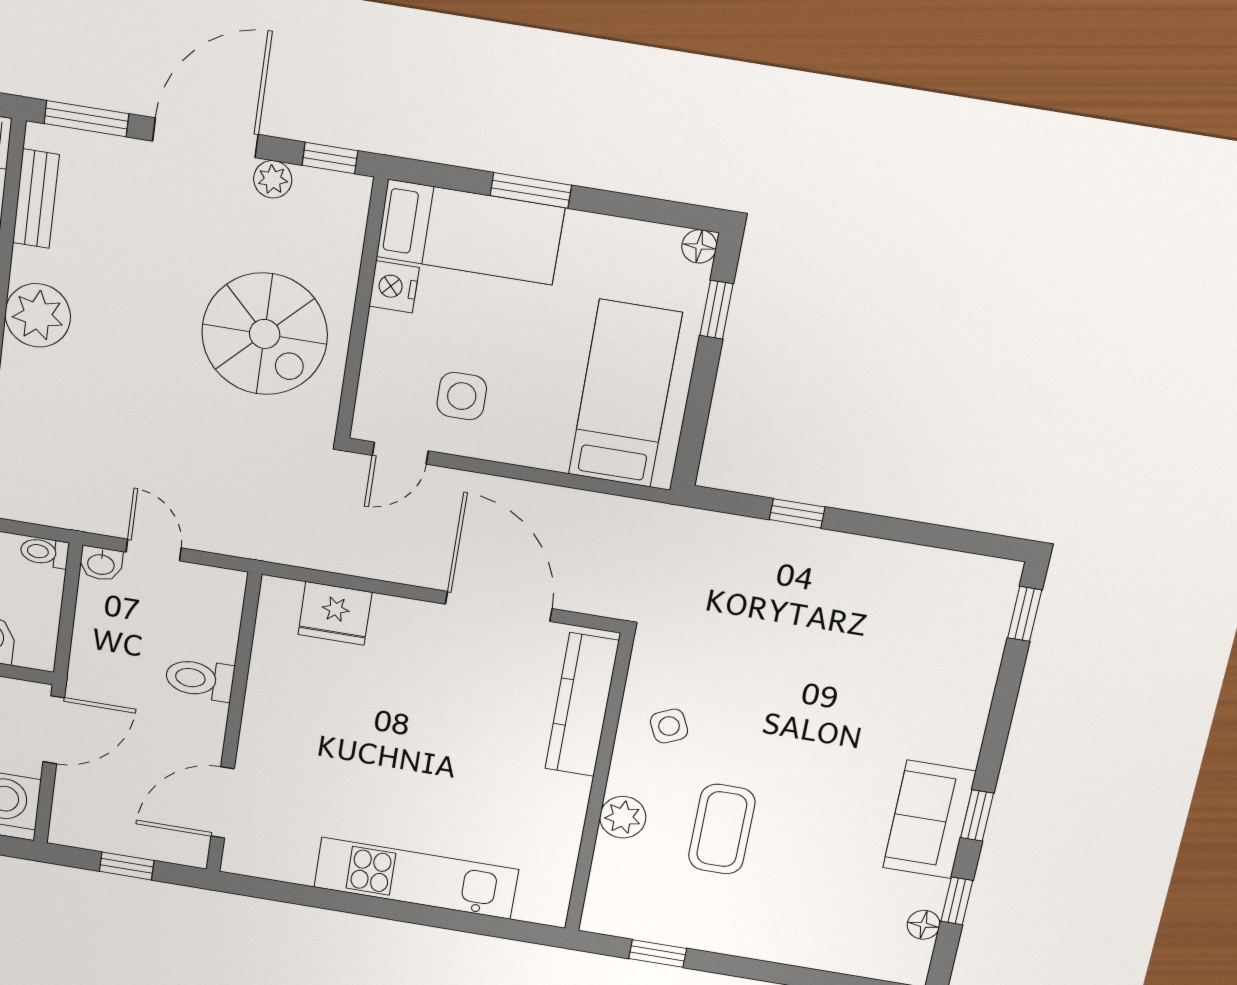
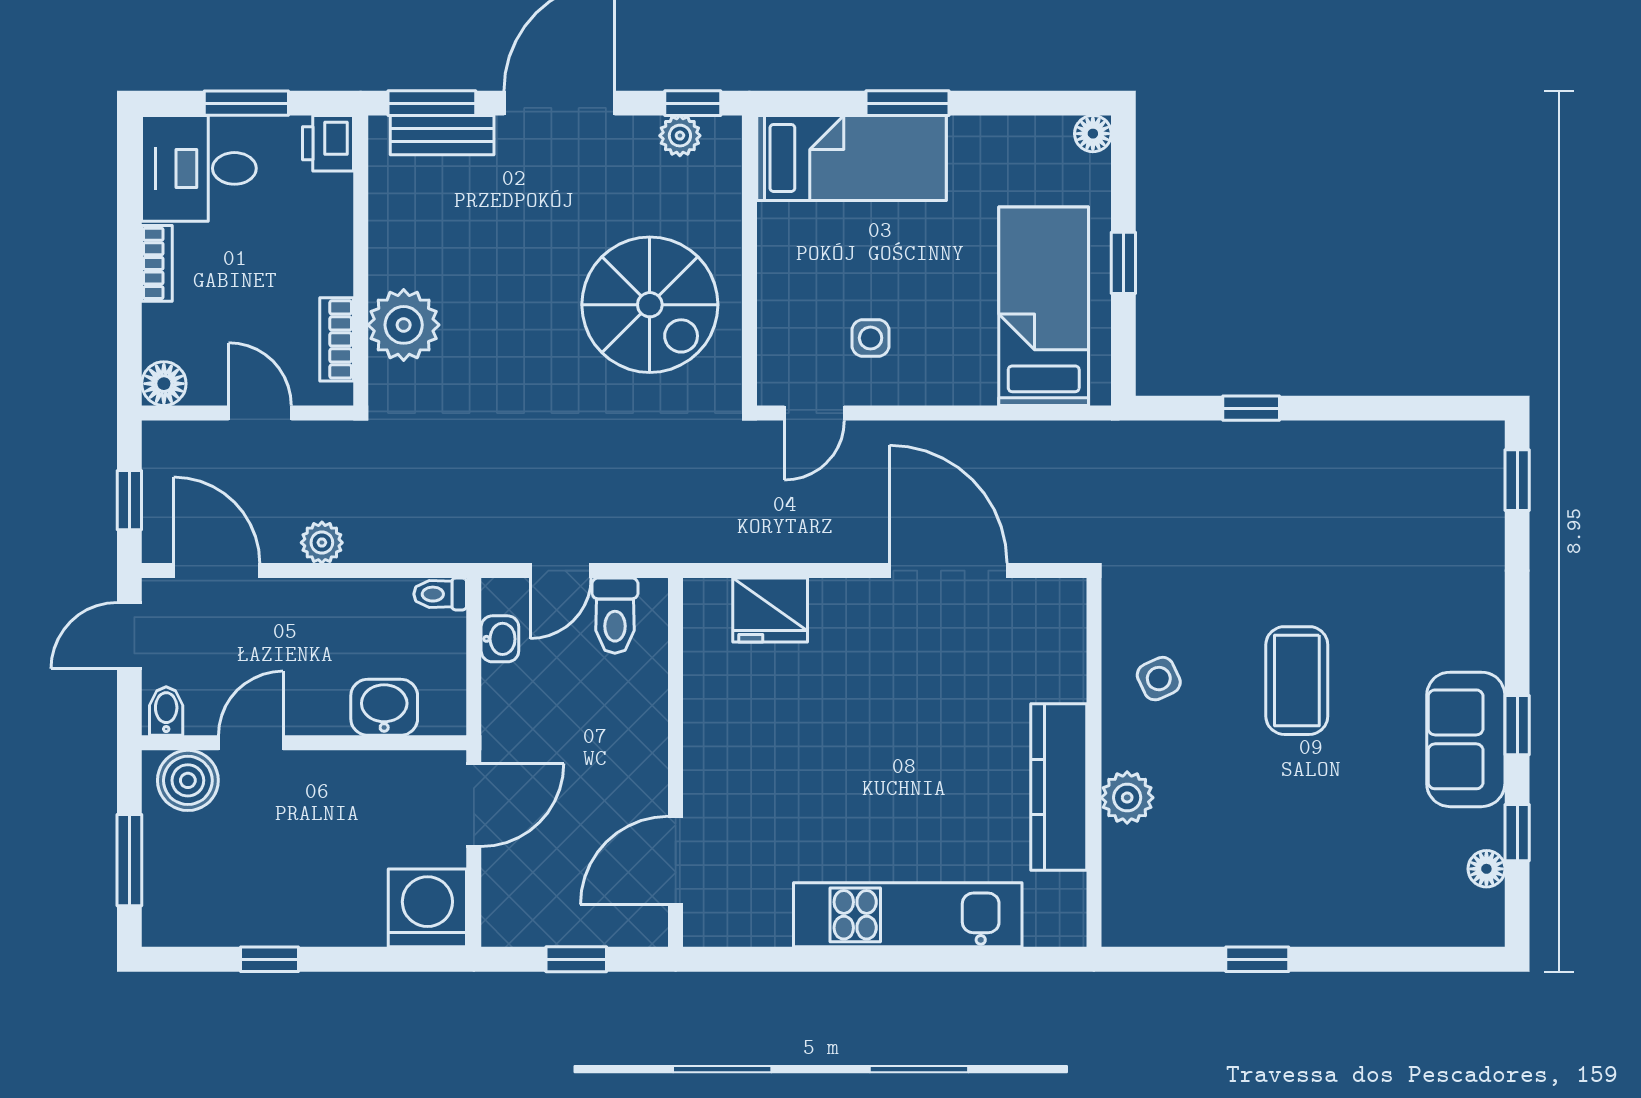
plant: (273, 179) -> (680, 136), moved
bench: (36, 199) -> (442, 135), moved, turned 90
nightstand: (394, 287) -> (780, 230), removed
window: (717, 310) -> (1123, 263), moved
side table: (462, 396) -> (871, 338), width x0.73, depth x0.73
door: (154, 550) -> (561, 571), swing flipped
washbasin: (101, 564) -> (500, 639), moved, turned -90
toilet: (200, 679) -> (615, 616), moved, turned -90
kitchen counter: (582, 705) -> (1059, 787), moved
coffee table: (722, 829) -> (1297, 681), moved
window: (658, 954) -> (1257, 959), moved

